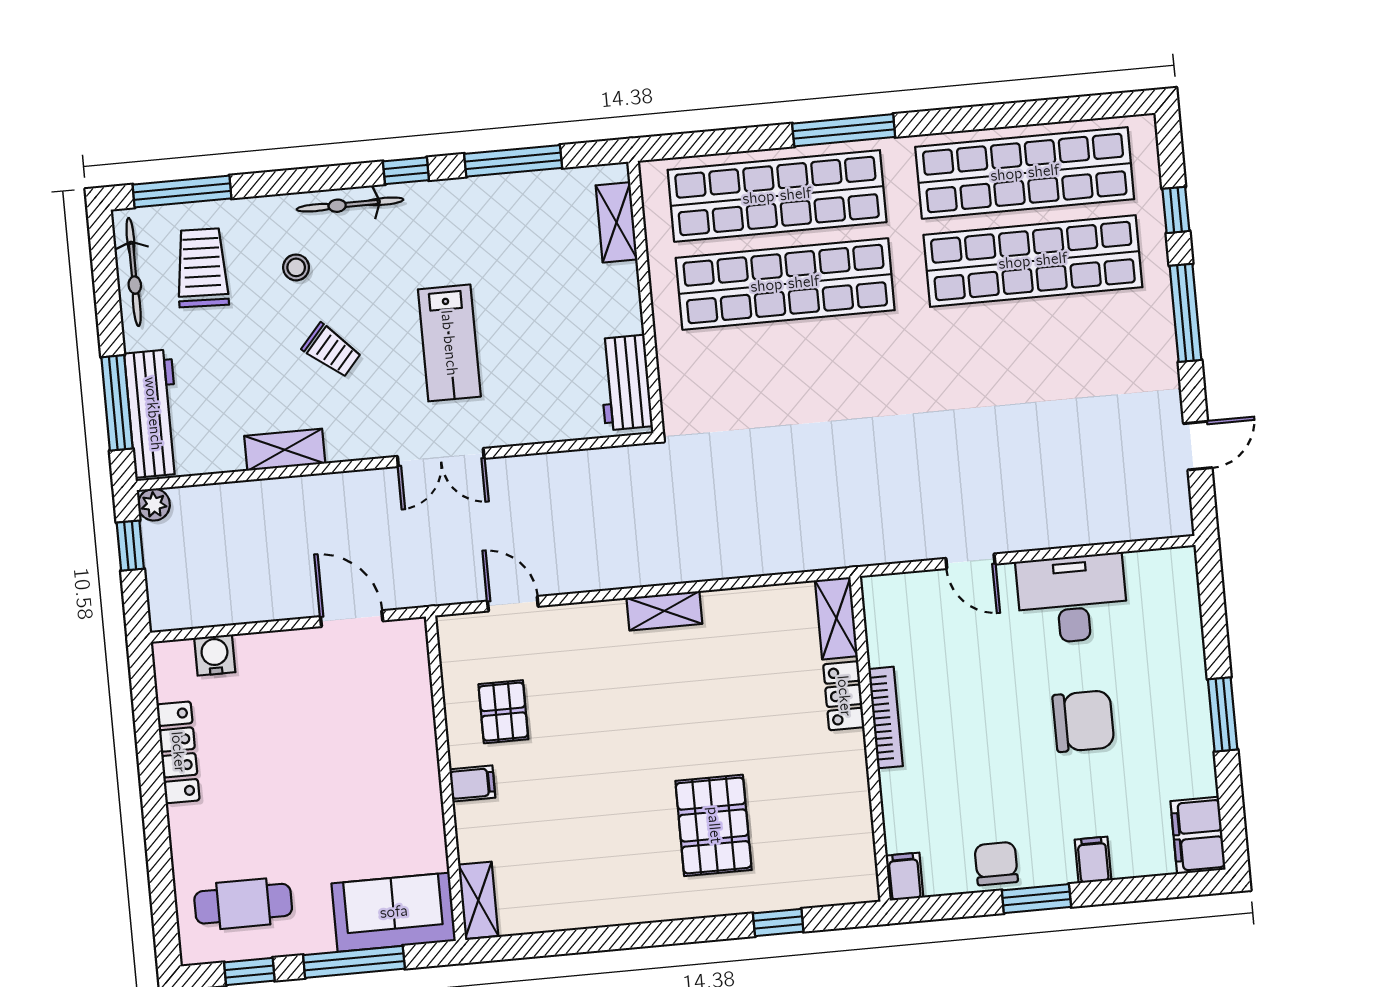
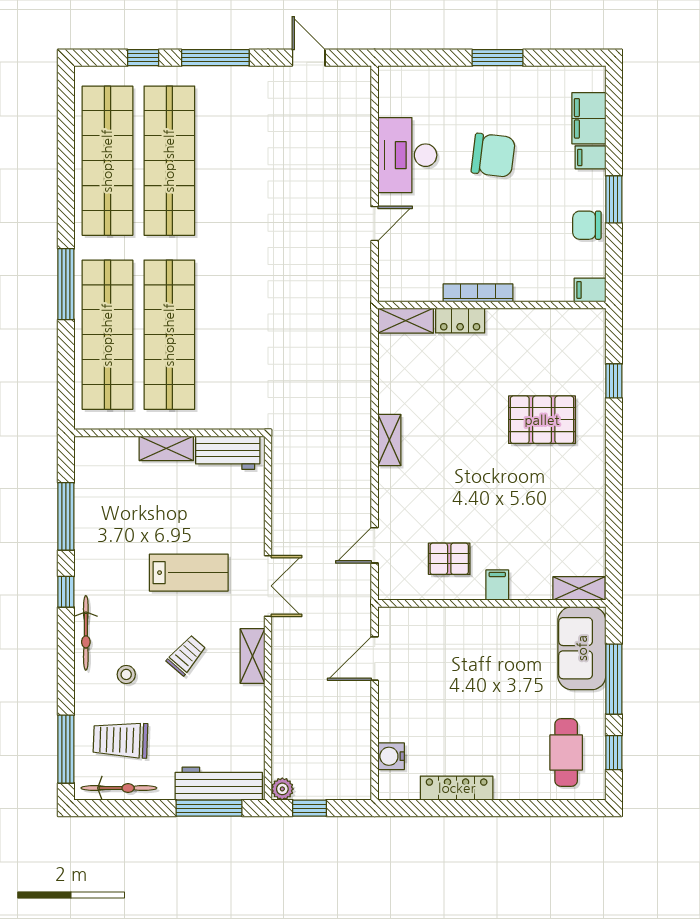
shelving: (617, 222) -> (166, 448), moved
shelving: (285, 450) -> (252, 656), moved
chair: (1083, 721) -> (493, 155), turned 97
filing cabinet: (1198, 835) -> (589, 118), moved, turned 90

